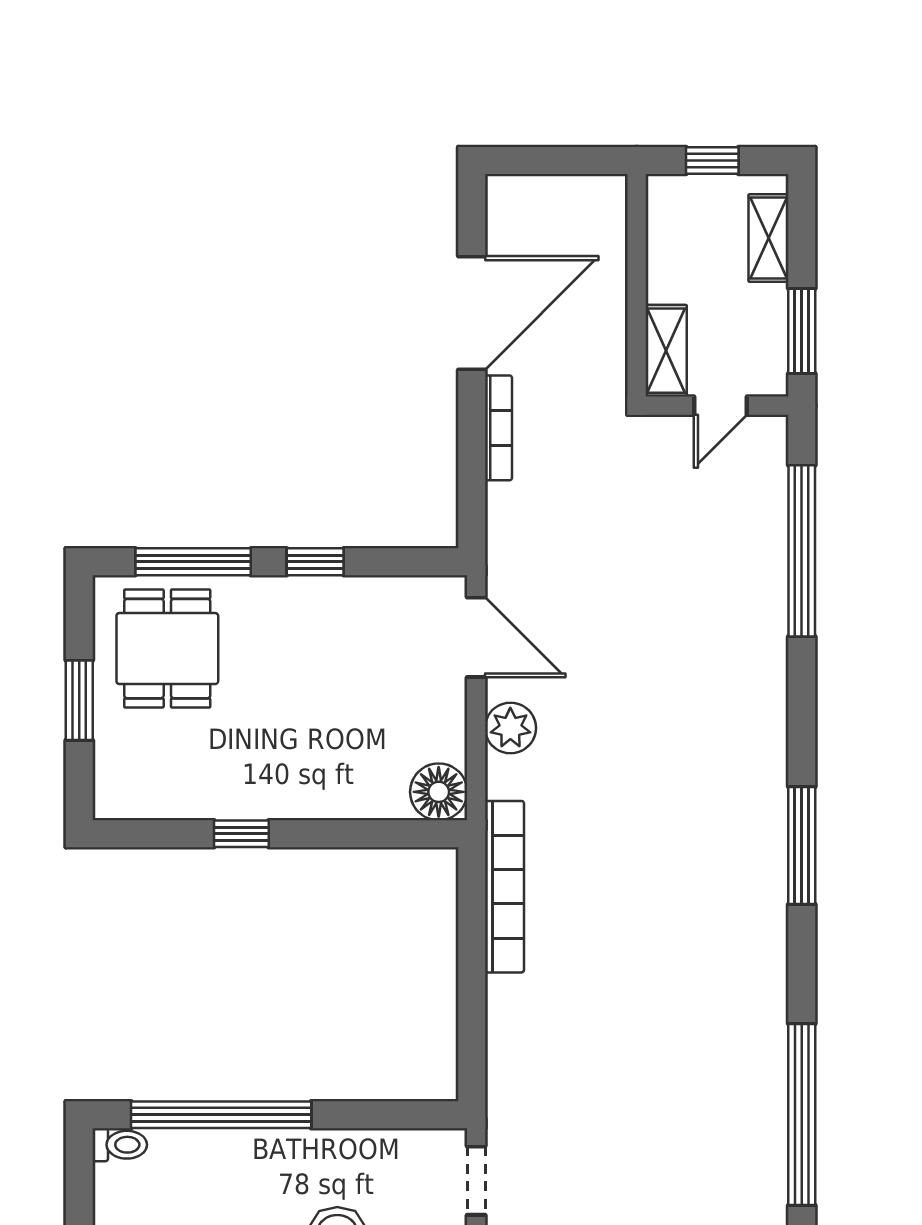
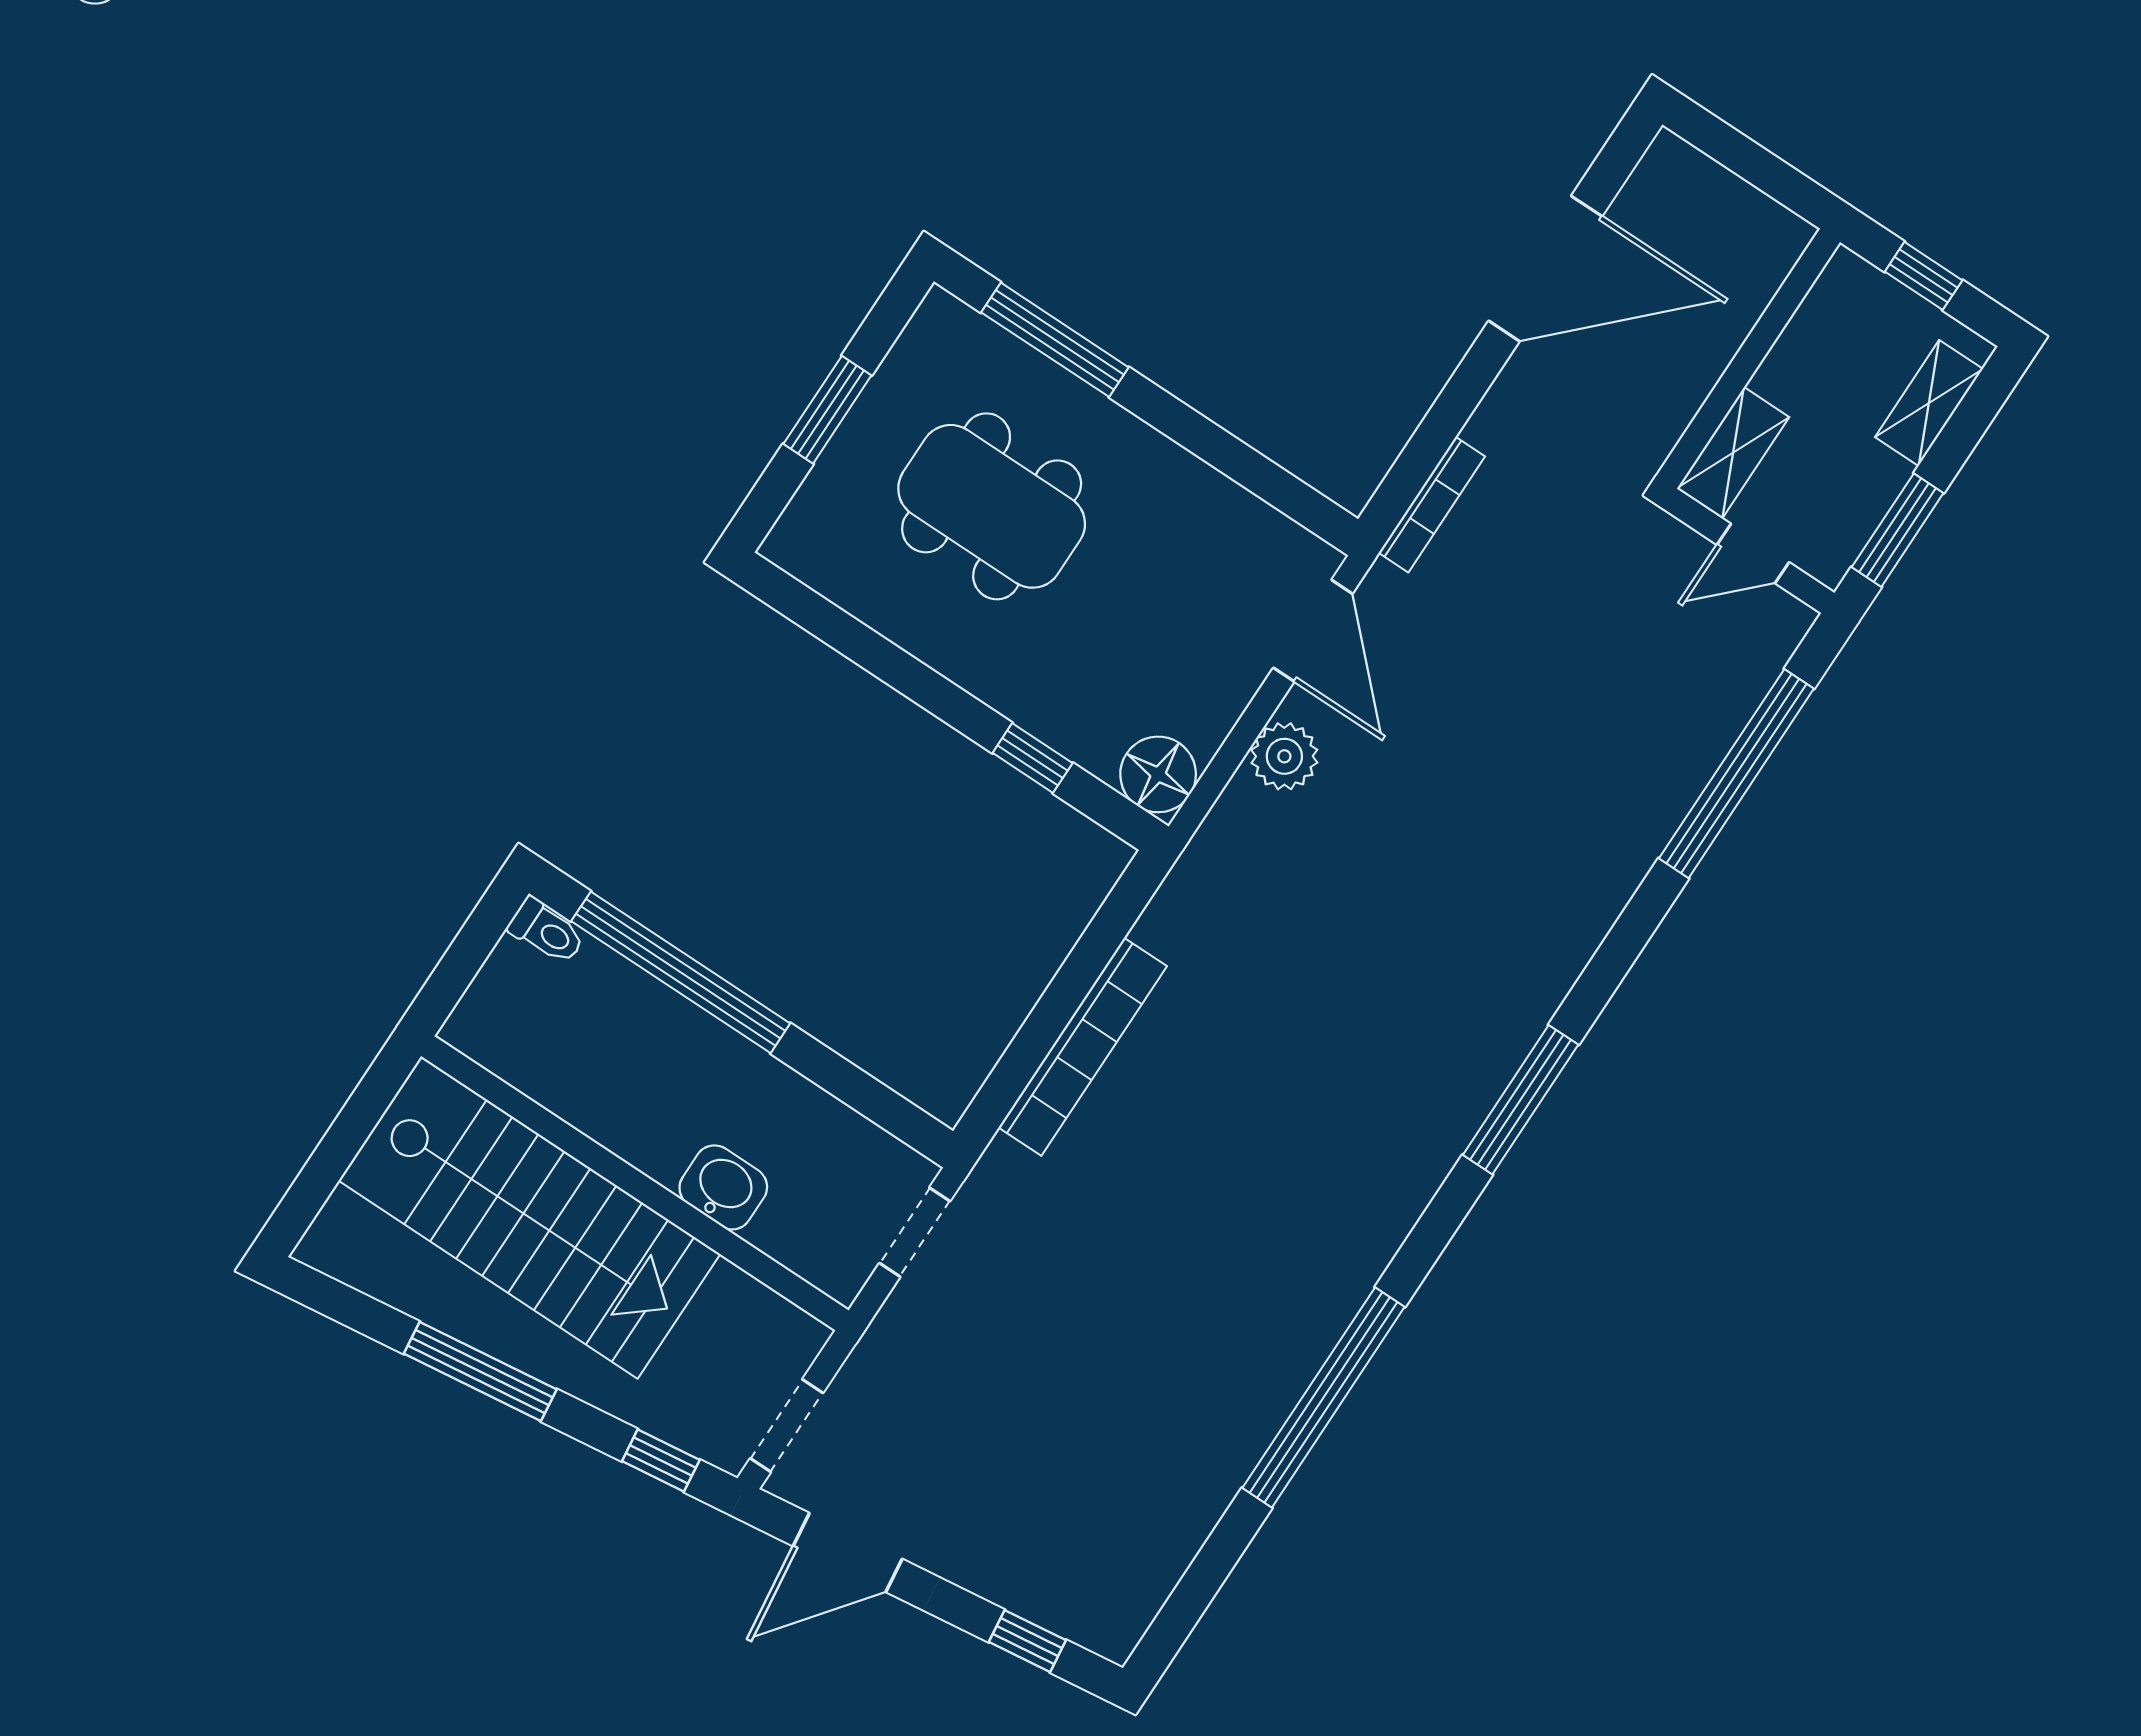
bookcase: (498, 428) -> (1432, 505), moved
window: (315, 562) -> (1190, 429), removed
dining table: (167, 649) -> (992, 506), moved, width x1.38
window: (241, 834) -> (1033, 758), moved
bookcase: (505, 887) -> (1083, 1047), moved

